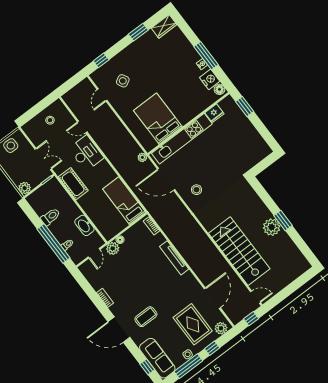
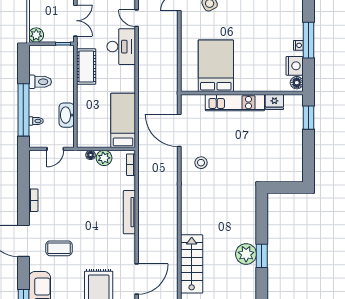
kitchen unit: (182, 139) -> (235, 103), width x0.73
plant: (142, 157) -> (172, 92), removed
plant: (113, 248) -> (104, 158), moved
stairs: (239, 251) -> (192, 264), width x0.73, depth x0.66

